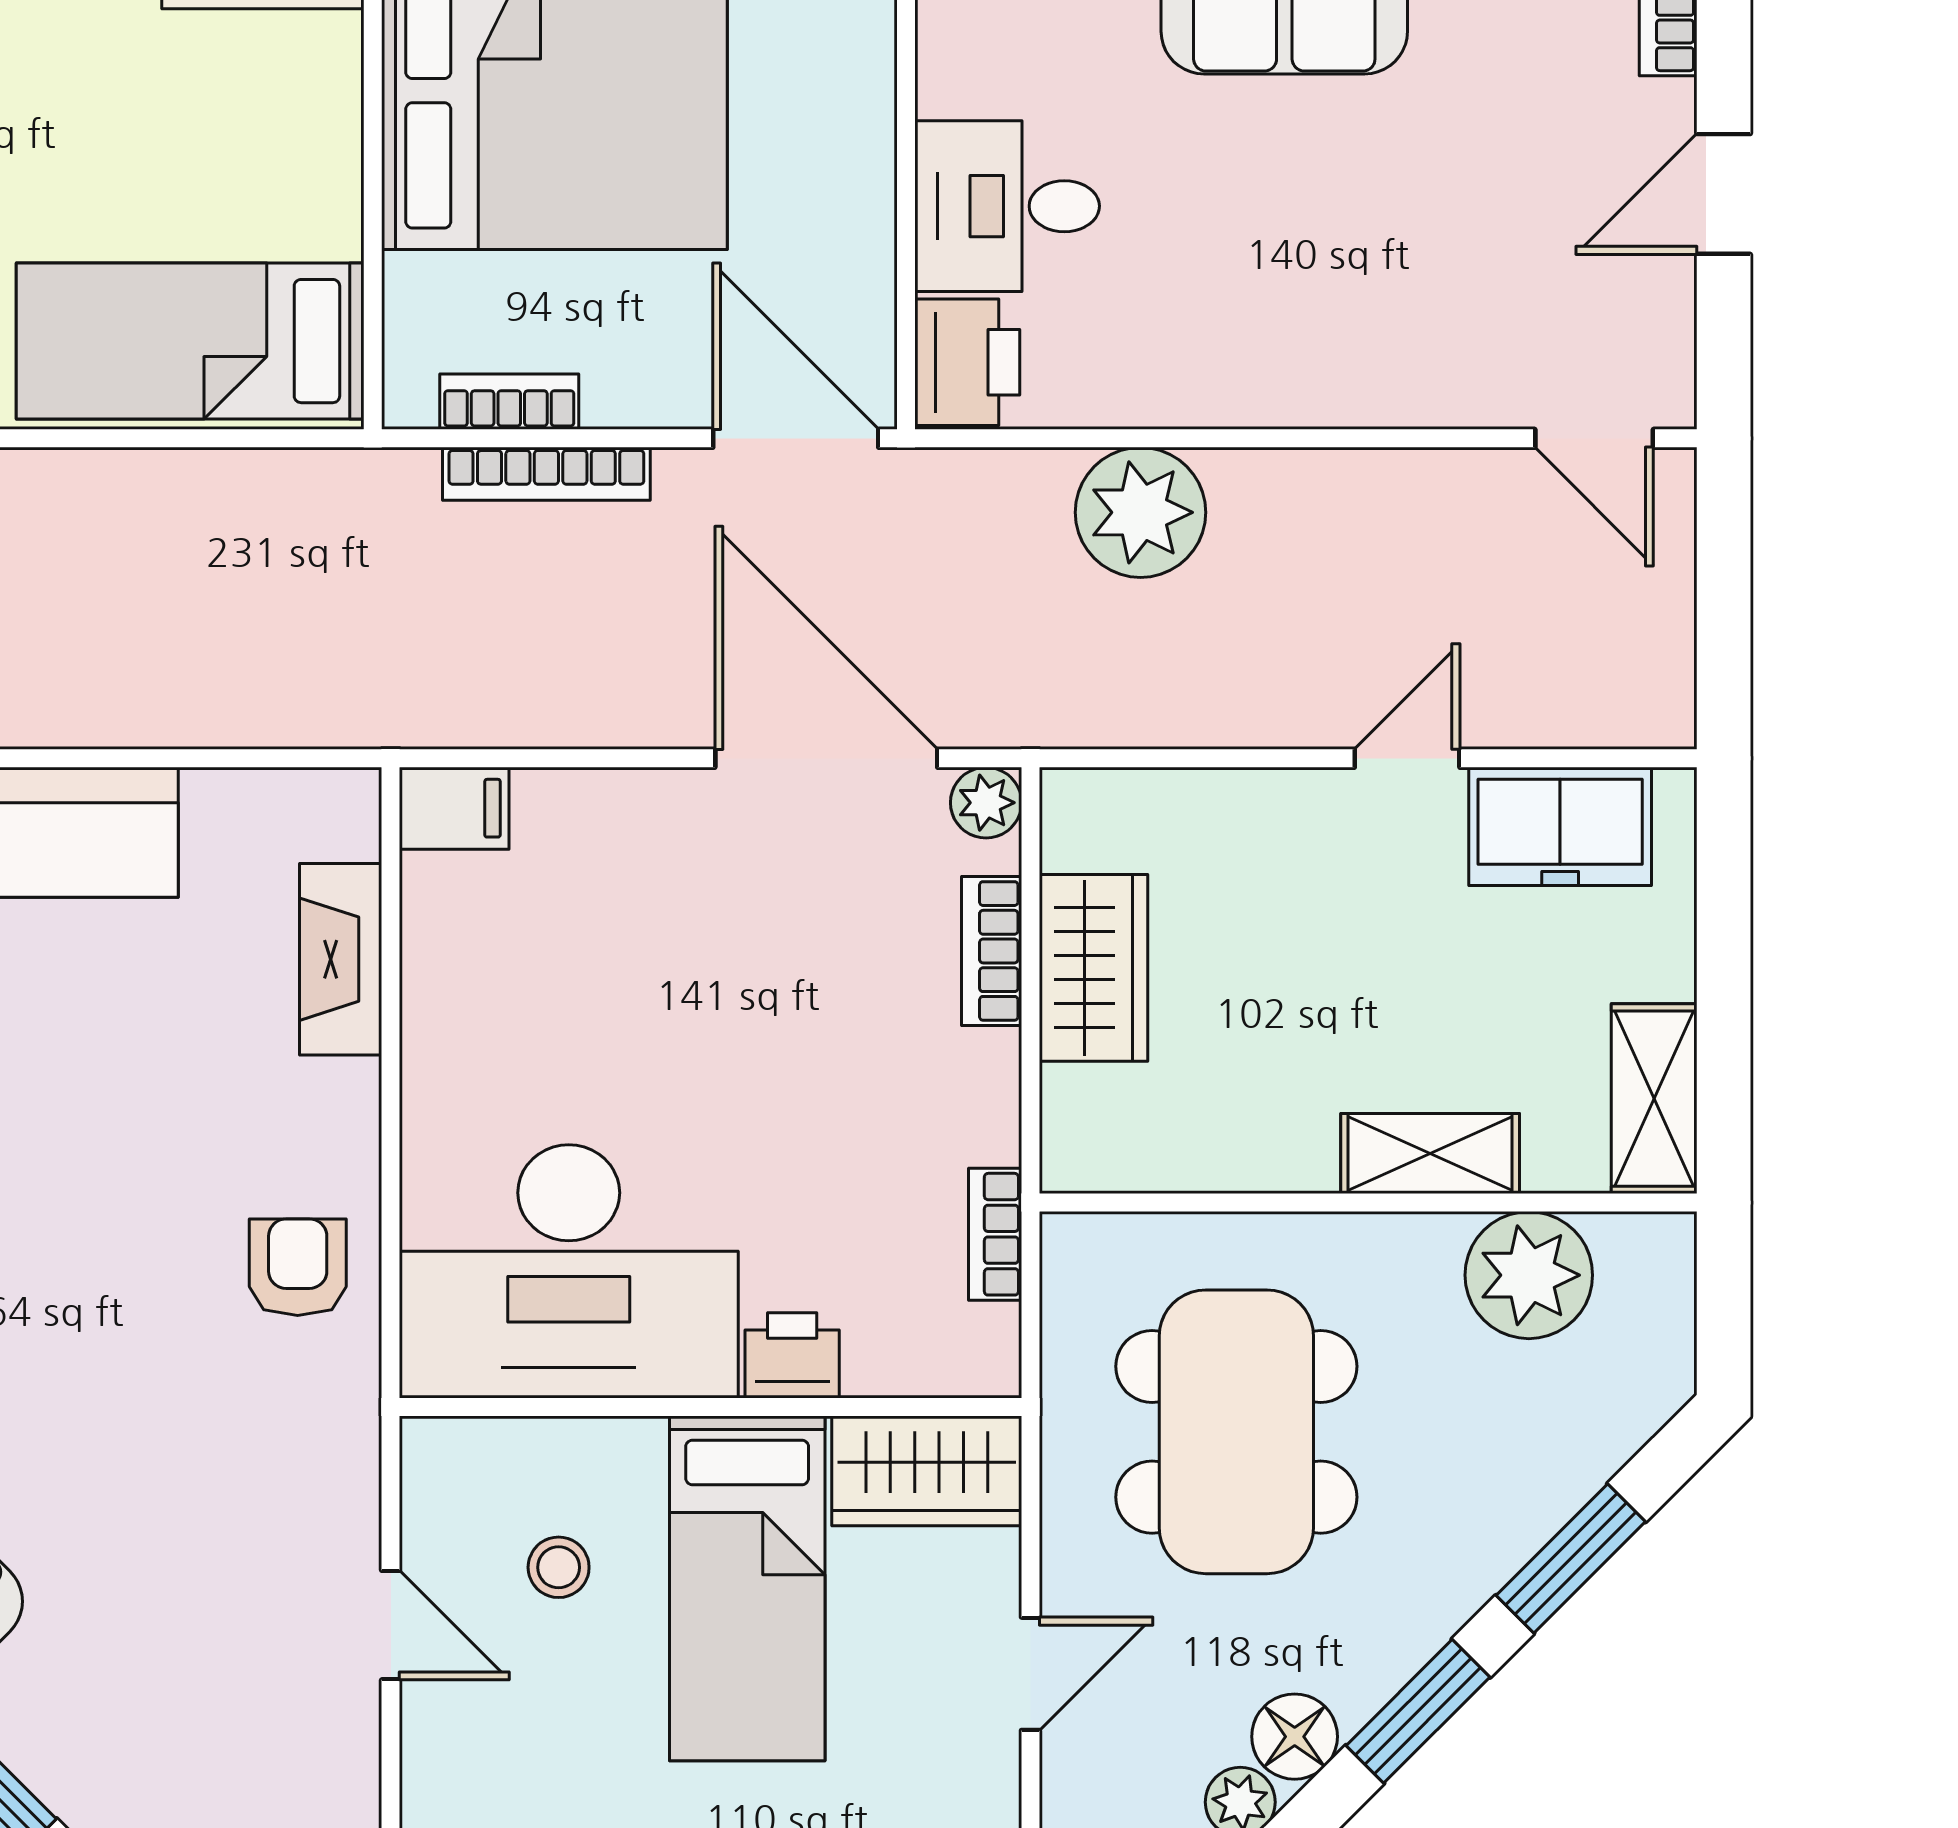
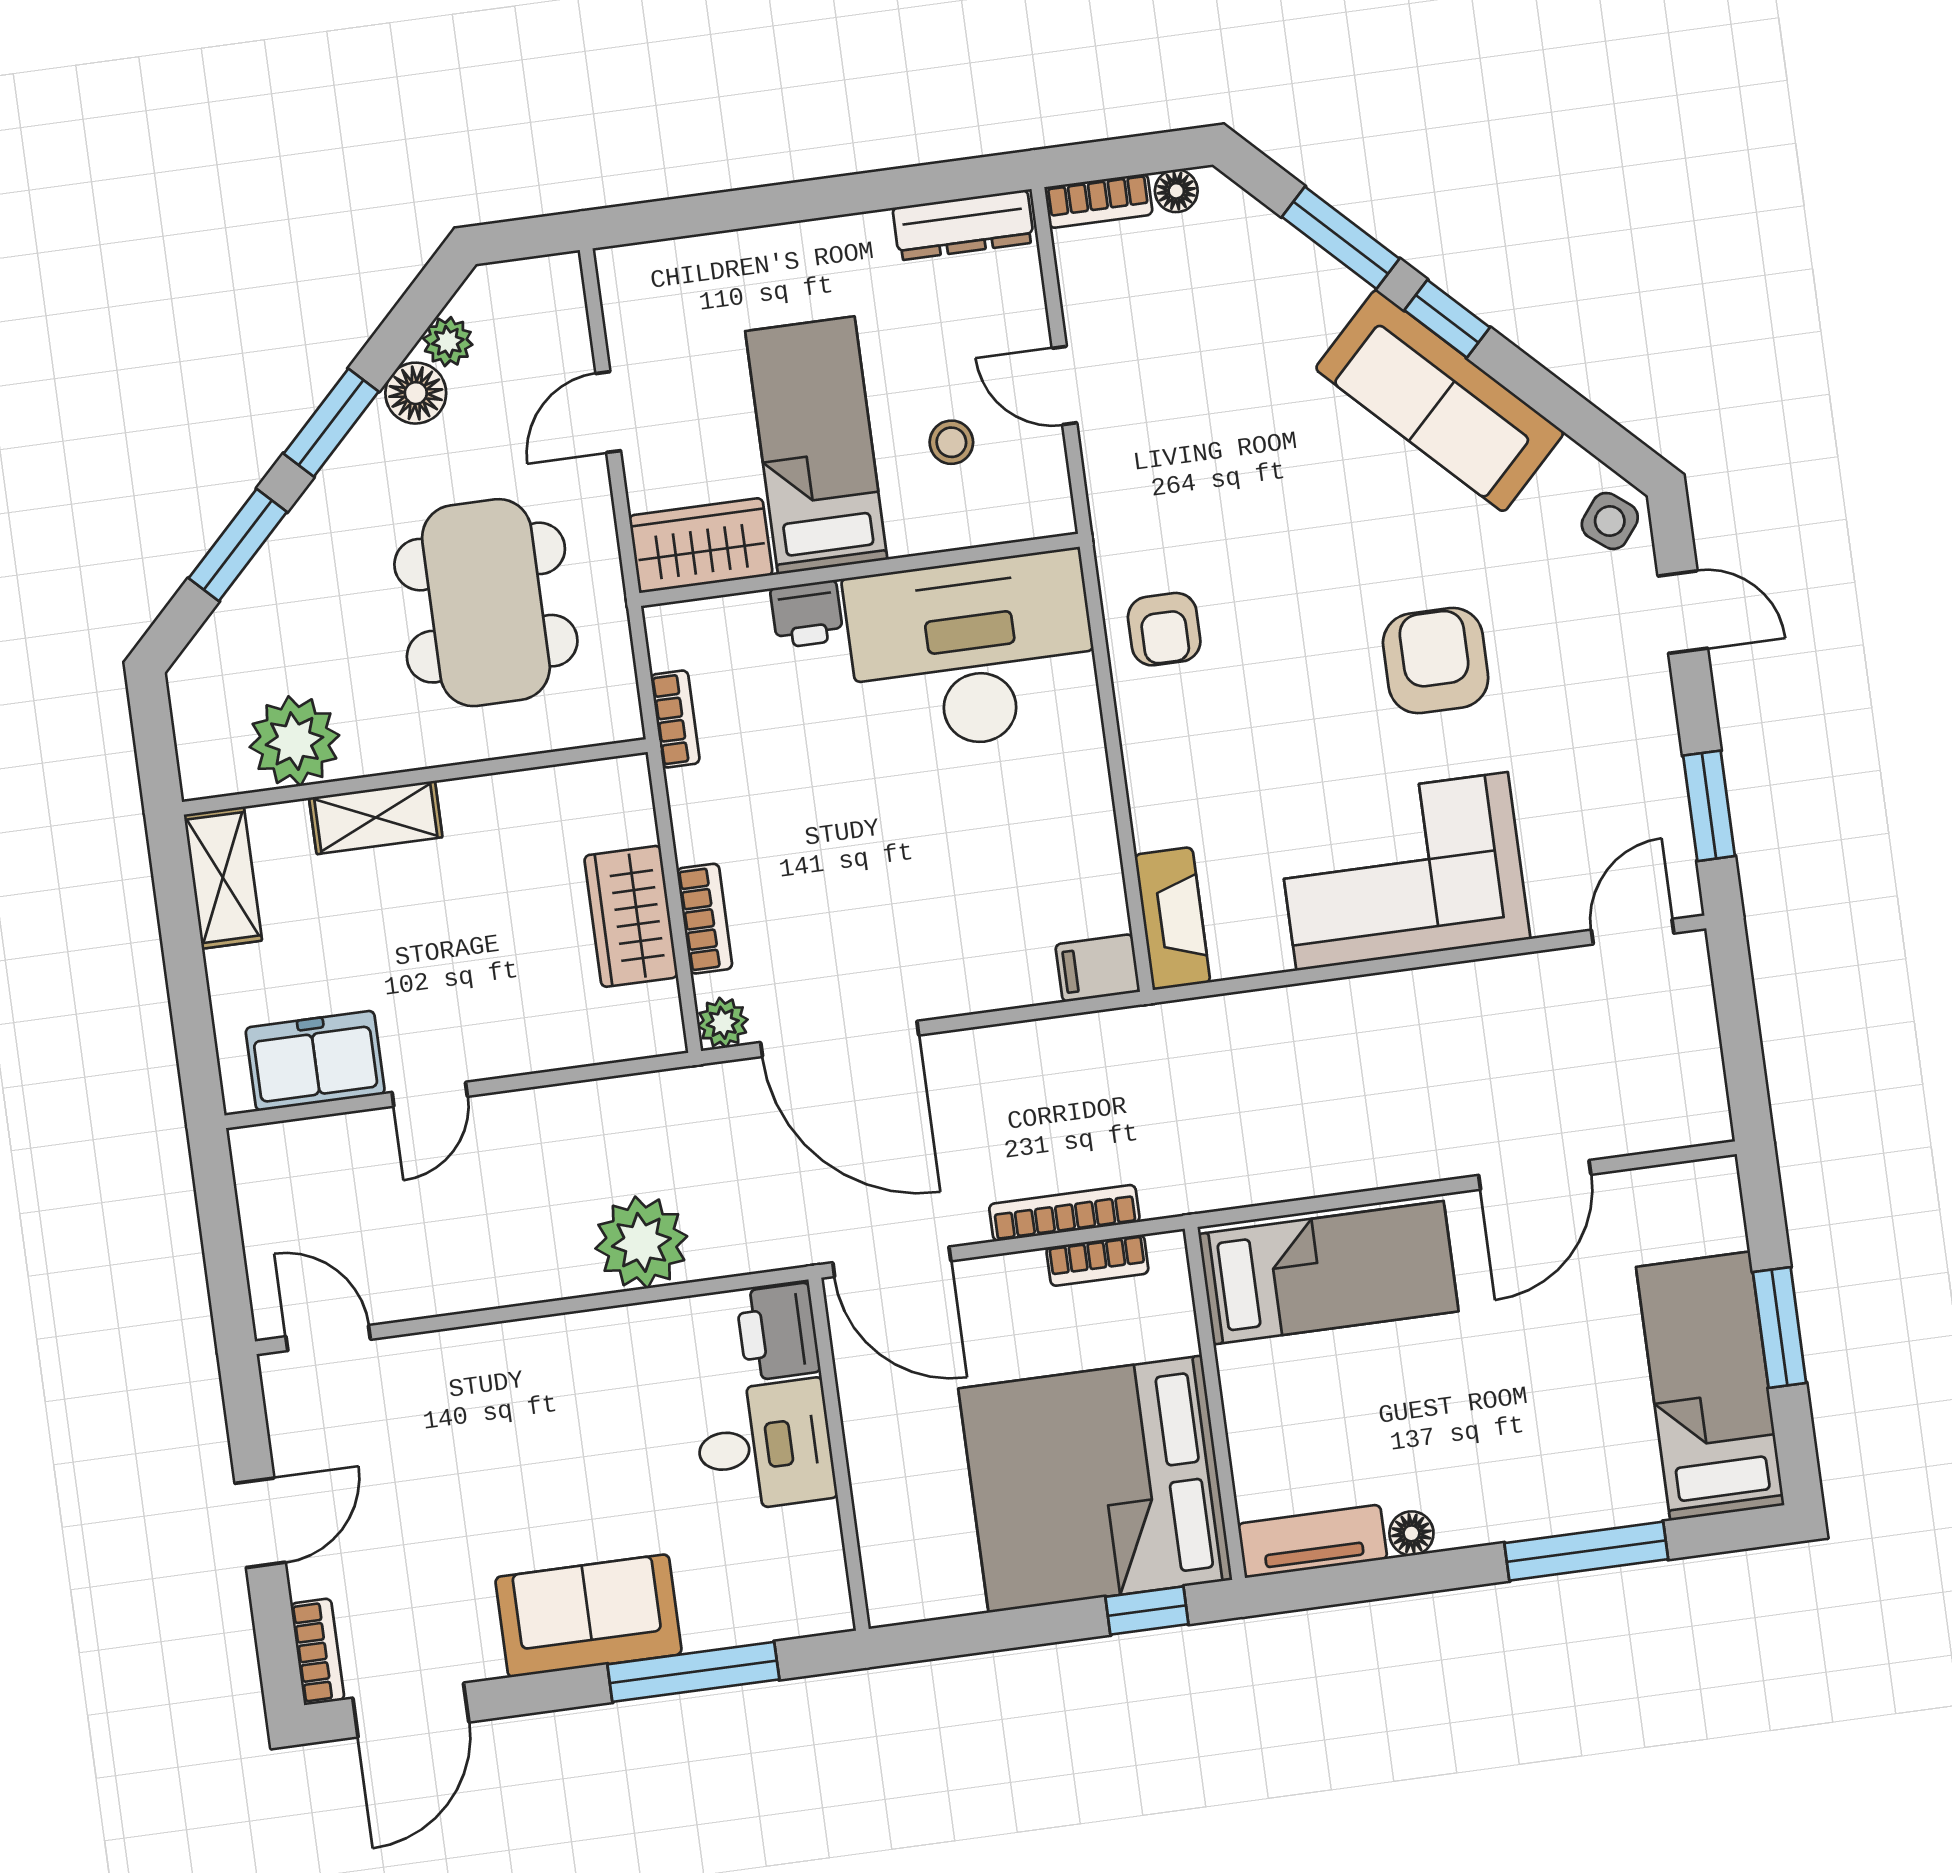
fireplace: (341, 959) -> (1172, 919), moved

